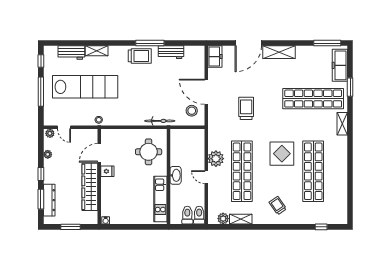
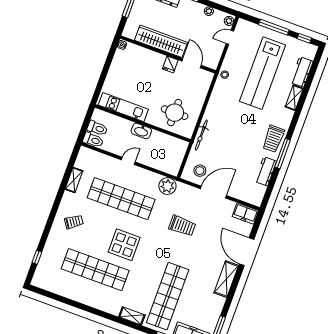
plant: (216, 159) -> (167, 186), moved
plant: (223, 219) -> (81, 163), removed

